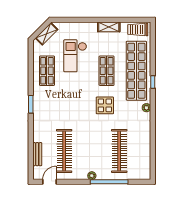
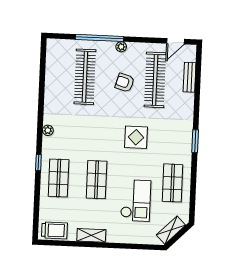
shop shelf: (136, 71) -> (59, 178), width x0.50, depth x0.74
display table: (105, 105) -> (136, 137), moved
armchair: (88, 148) -> (125, 83), added

